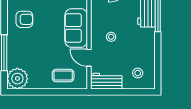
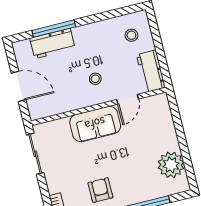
coffee table: (63, 76) -> (157, 126), removed
plant: (17, 79) -> (171, 165), moved

